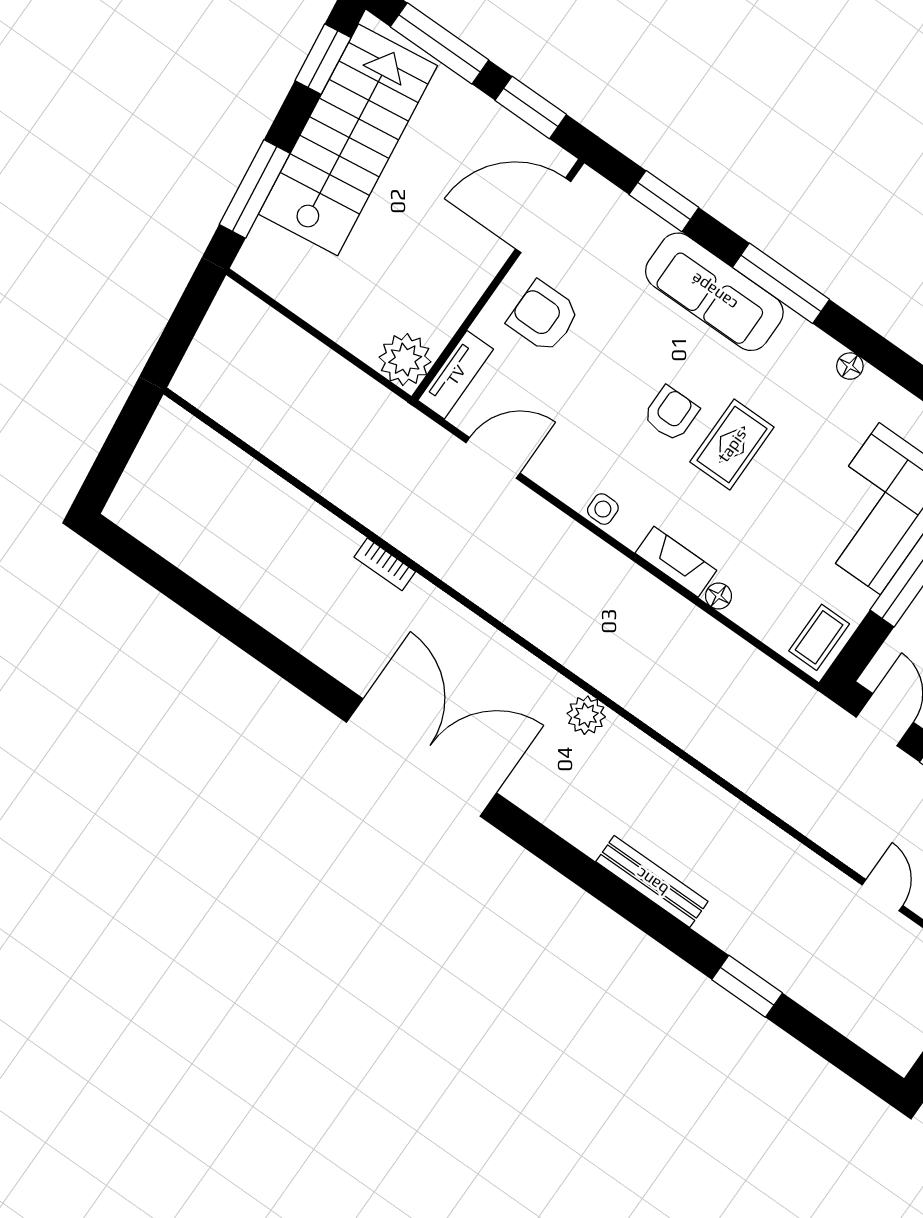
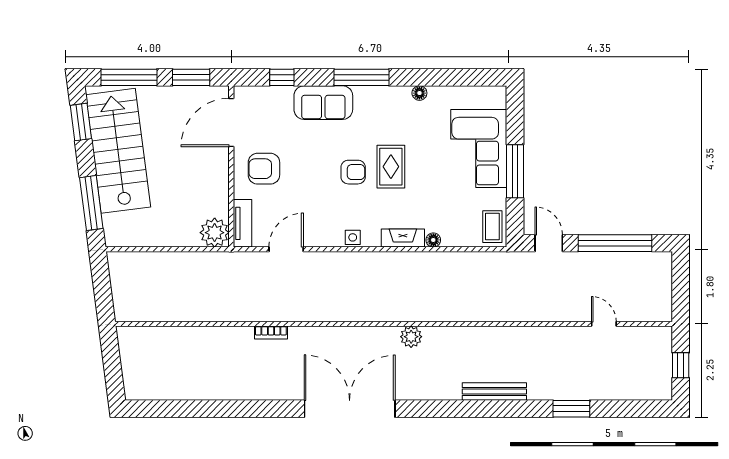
window: (664, 201) -> (282, 77), width x0.67
sofa: (714, 292) -> (323, 103), width x0.73
armchair: (671, 414) -> (353, 172), turned 90

